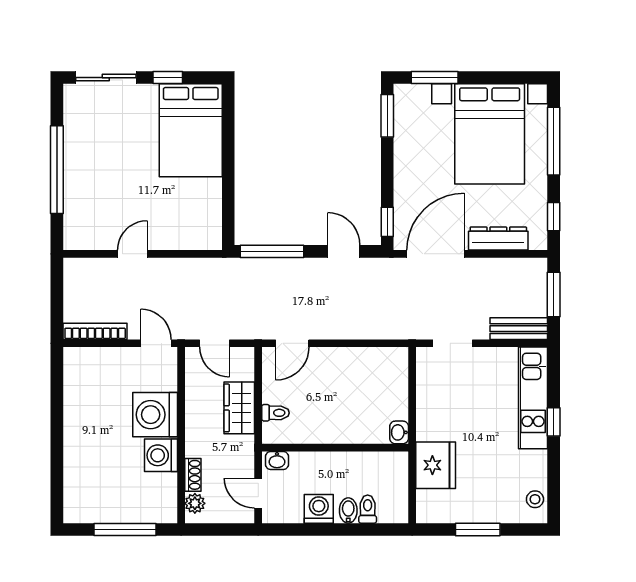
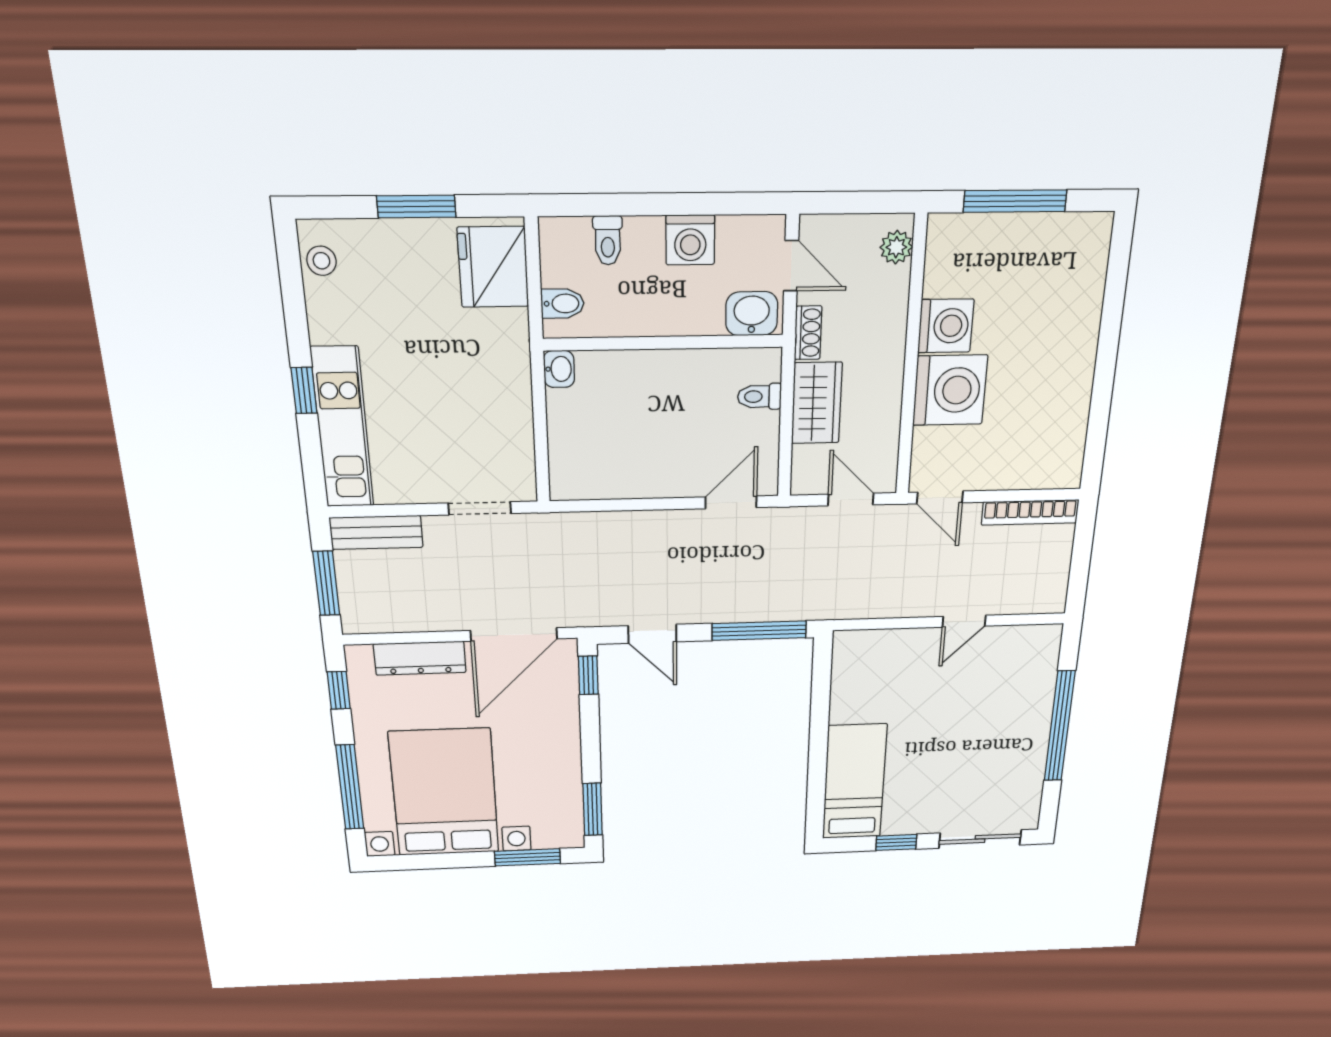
bed: (191, 130) -> (855, 782), width x0.67
washbasin: (277, 460) -> (752, 314), width x1.38, depth x1.45
fridge: (436, 465) -> (493, 267), moved
shoe rack: (193, 475) -> (808, 333), moved, turned 180
bidet: (348, 511) -> (562, 303), moved, turned -90

